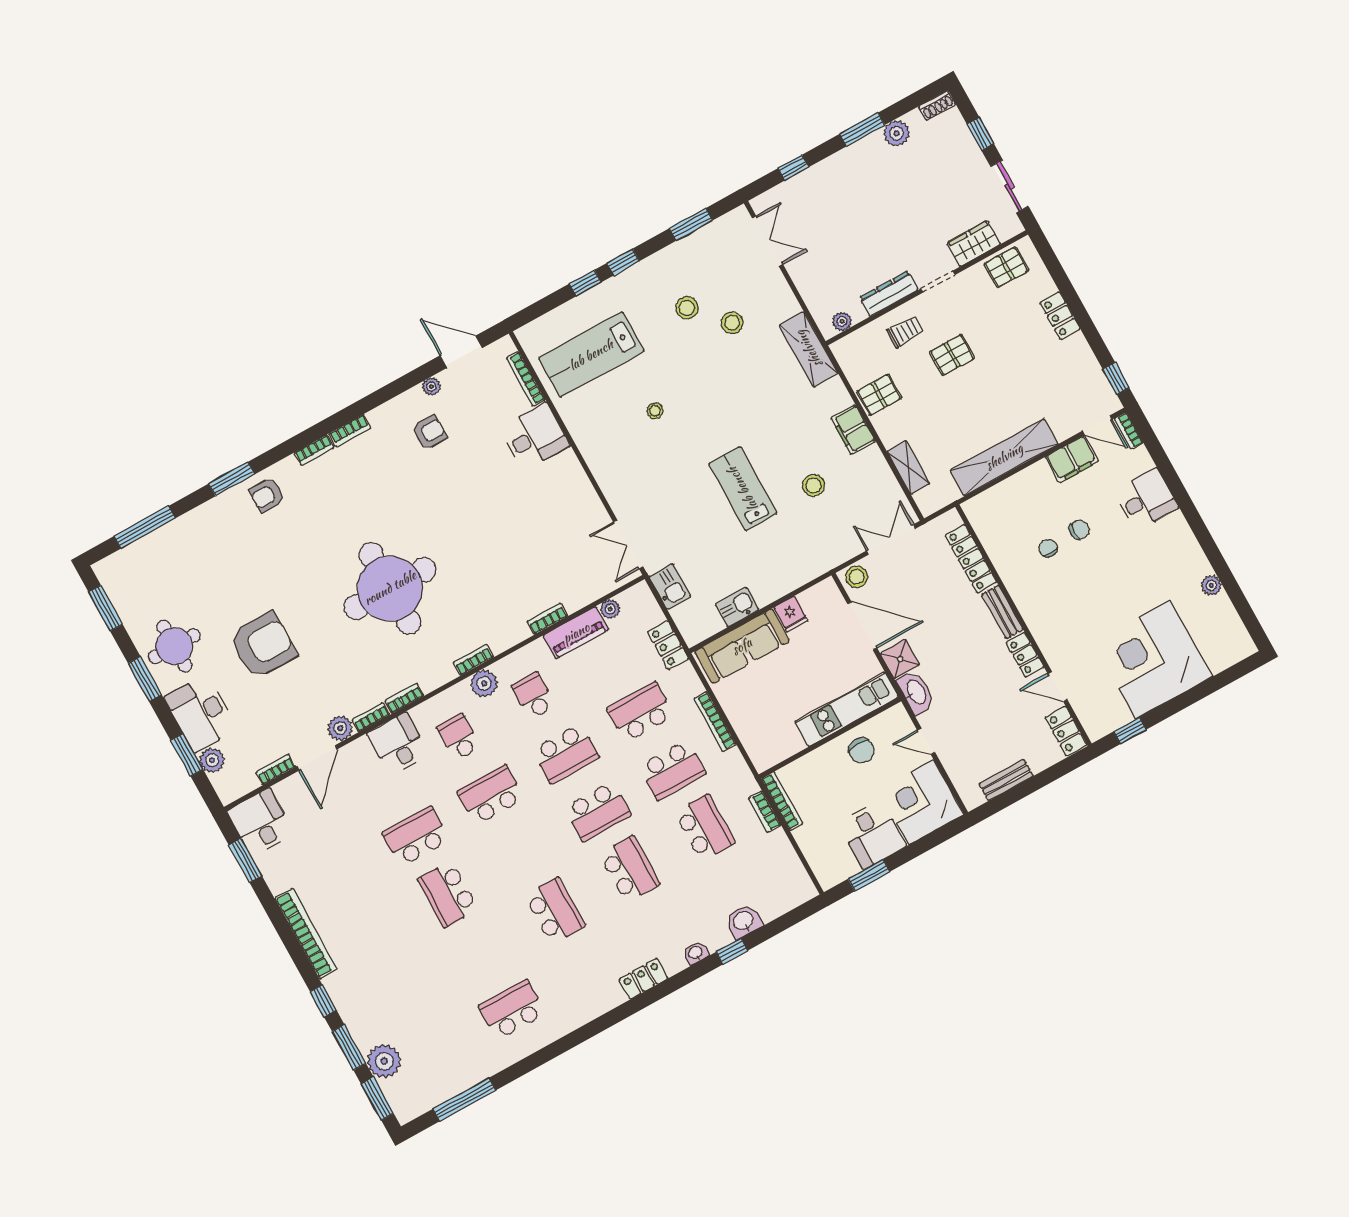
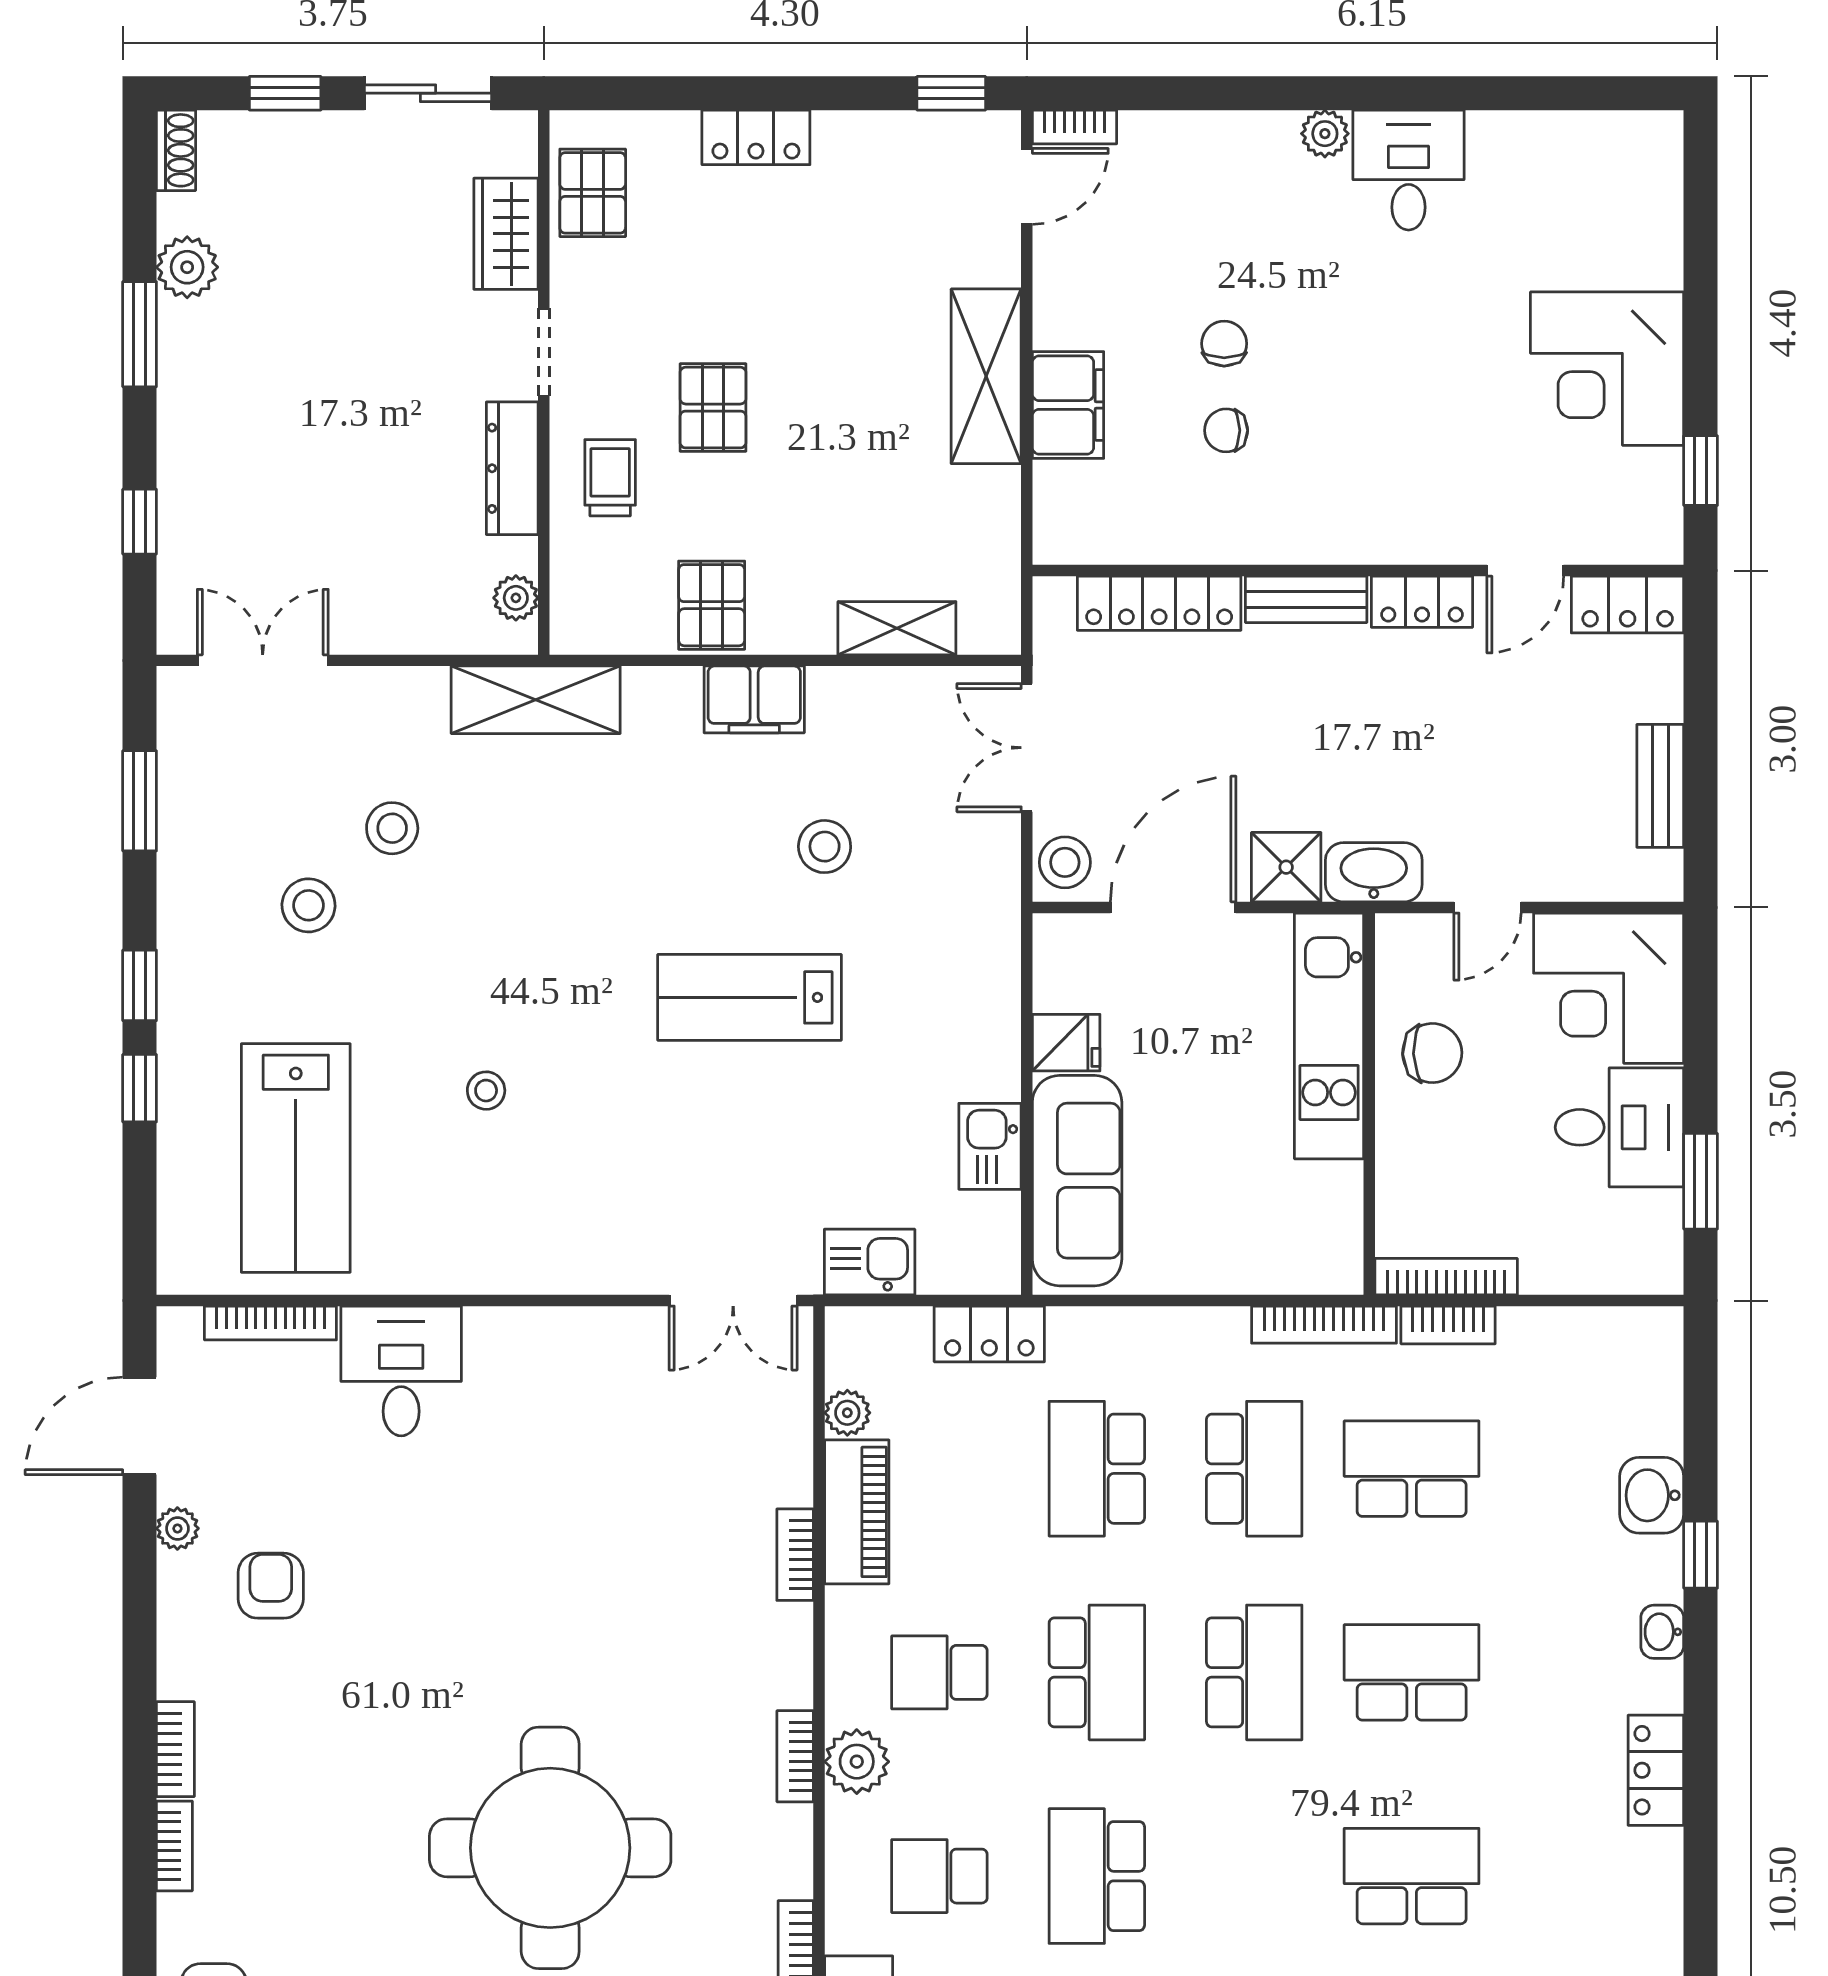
shelving: (1004, 457) -> (986, 376), width x0.68
filing cabinet: (1072, 459) -> (1068, 405), moved
desk: (1146, 499) -> (1409, 170), moved
plant: (1211, 585) -> (1325, 134), moved
corner desk: (1153, 660) -> (1607, 369), width x0.74, depth x0.74
bookcase: (715, 722) -> (1324, 1325), moved

